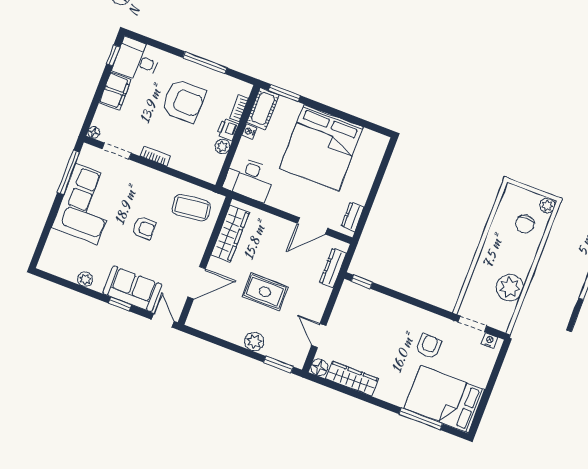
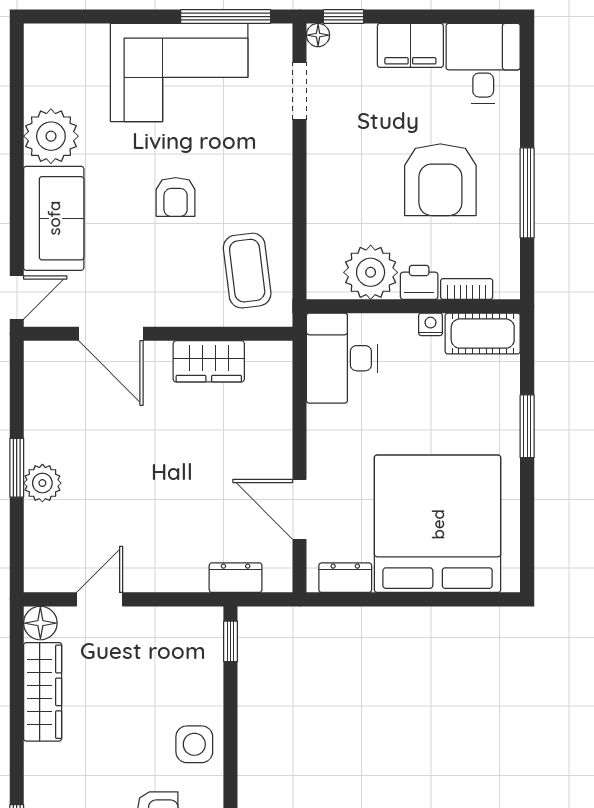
window: (113, 55) -> (344, 17), moved
window: (284, 93) -> (527, 426), moved
plant: (222, 147) -> (371, 272), width x1.88, depth x1.88
bed: (321, 148) -> (438, 524), moved, turned 90
bookcase: (155, 156) -> (318, 167), removed
wardrobe: (230, 234) -> (209, 361), width x0.67
dresser: (333, 268) -> (236, 578), width x0.70
plant: (85, 279) -> (51, 136), width x1.88, depth x1.88
rug: (265, 292) -> (143, 468), removed
window: (120, 304) -> (17, 206), removed
side table: (404, 317) -> (194, 744), added
window: (278, 364) -> (17, 468), moved

